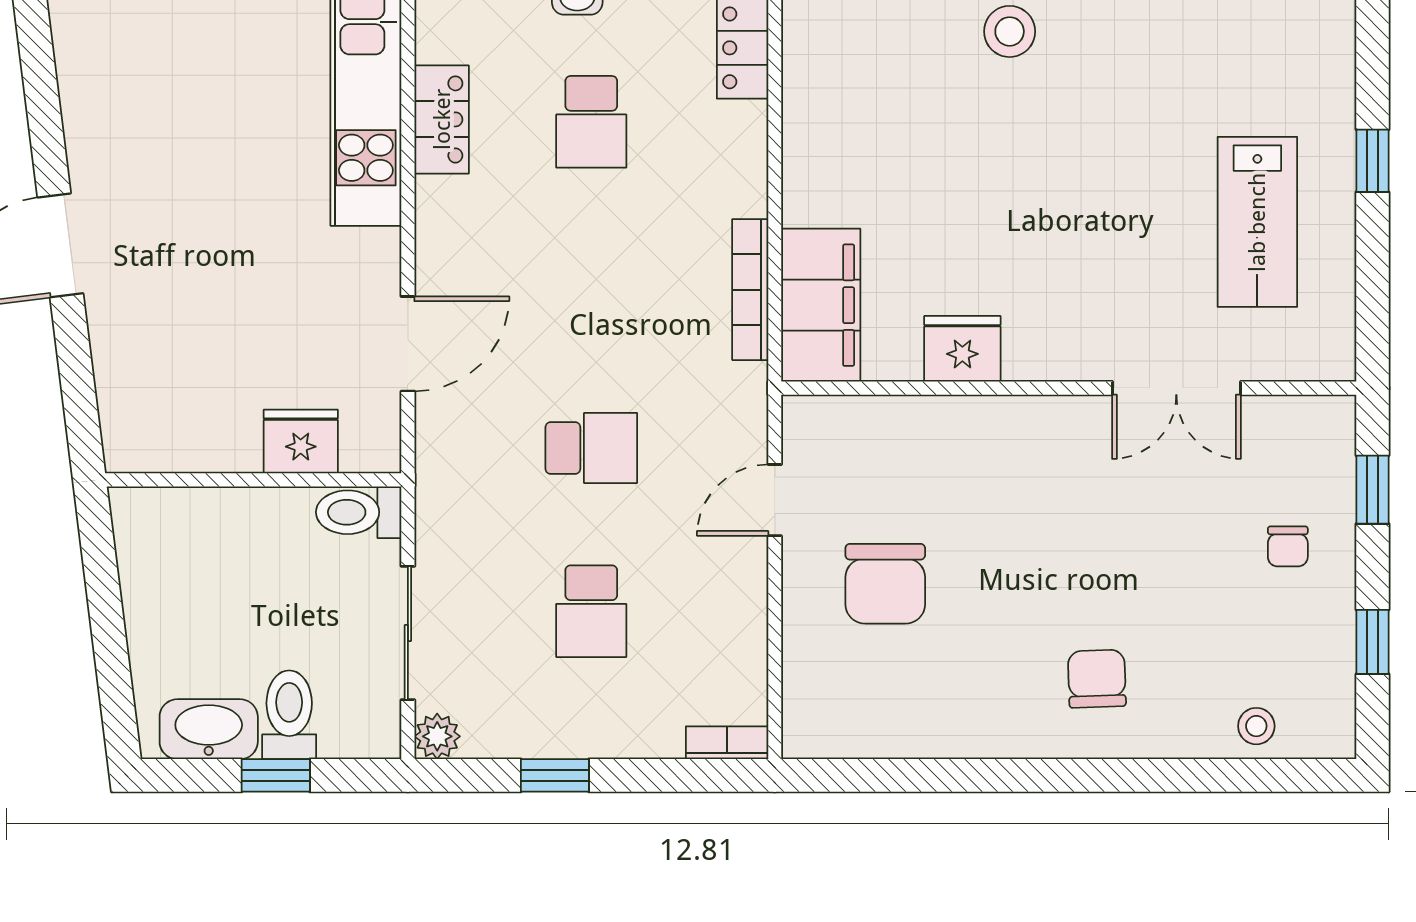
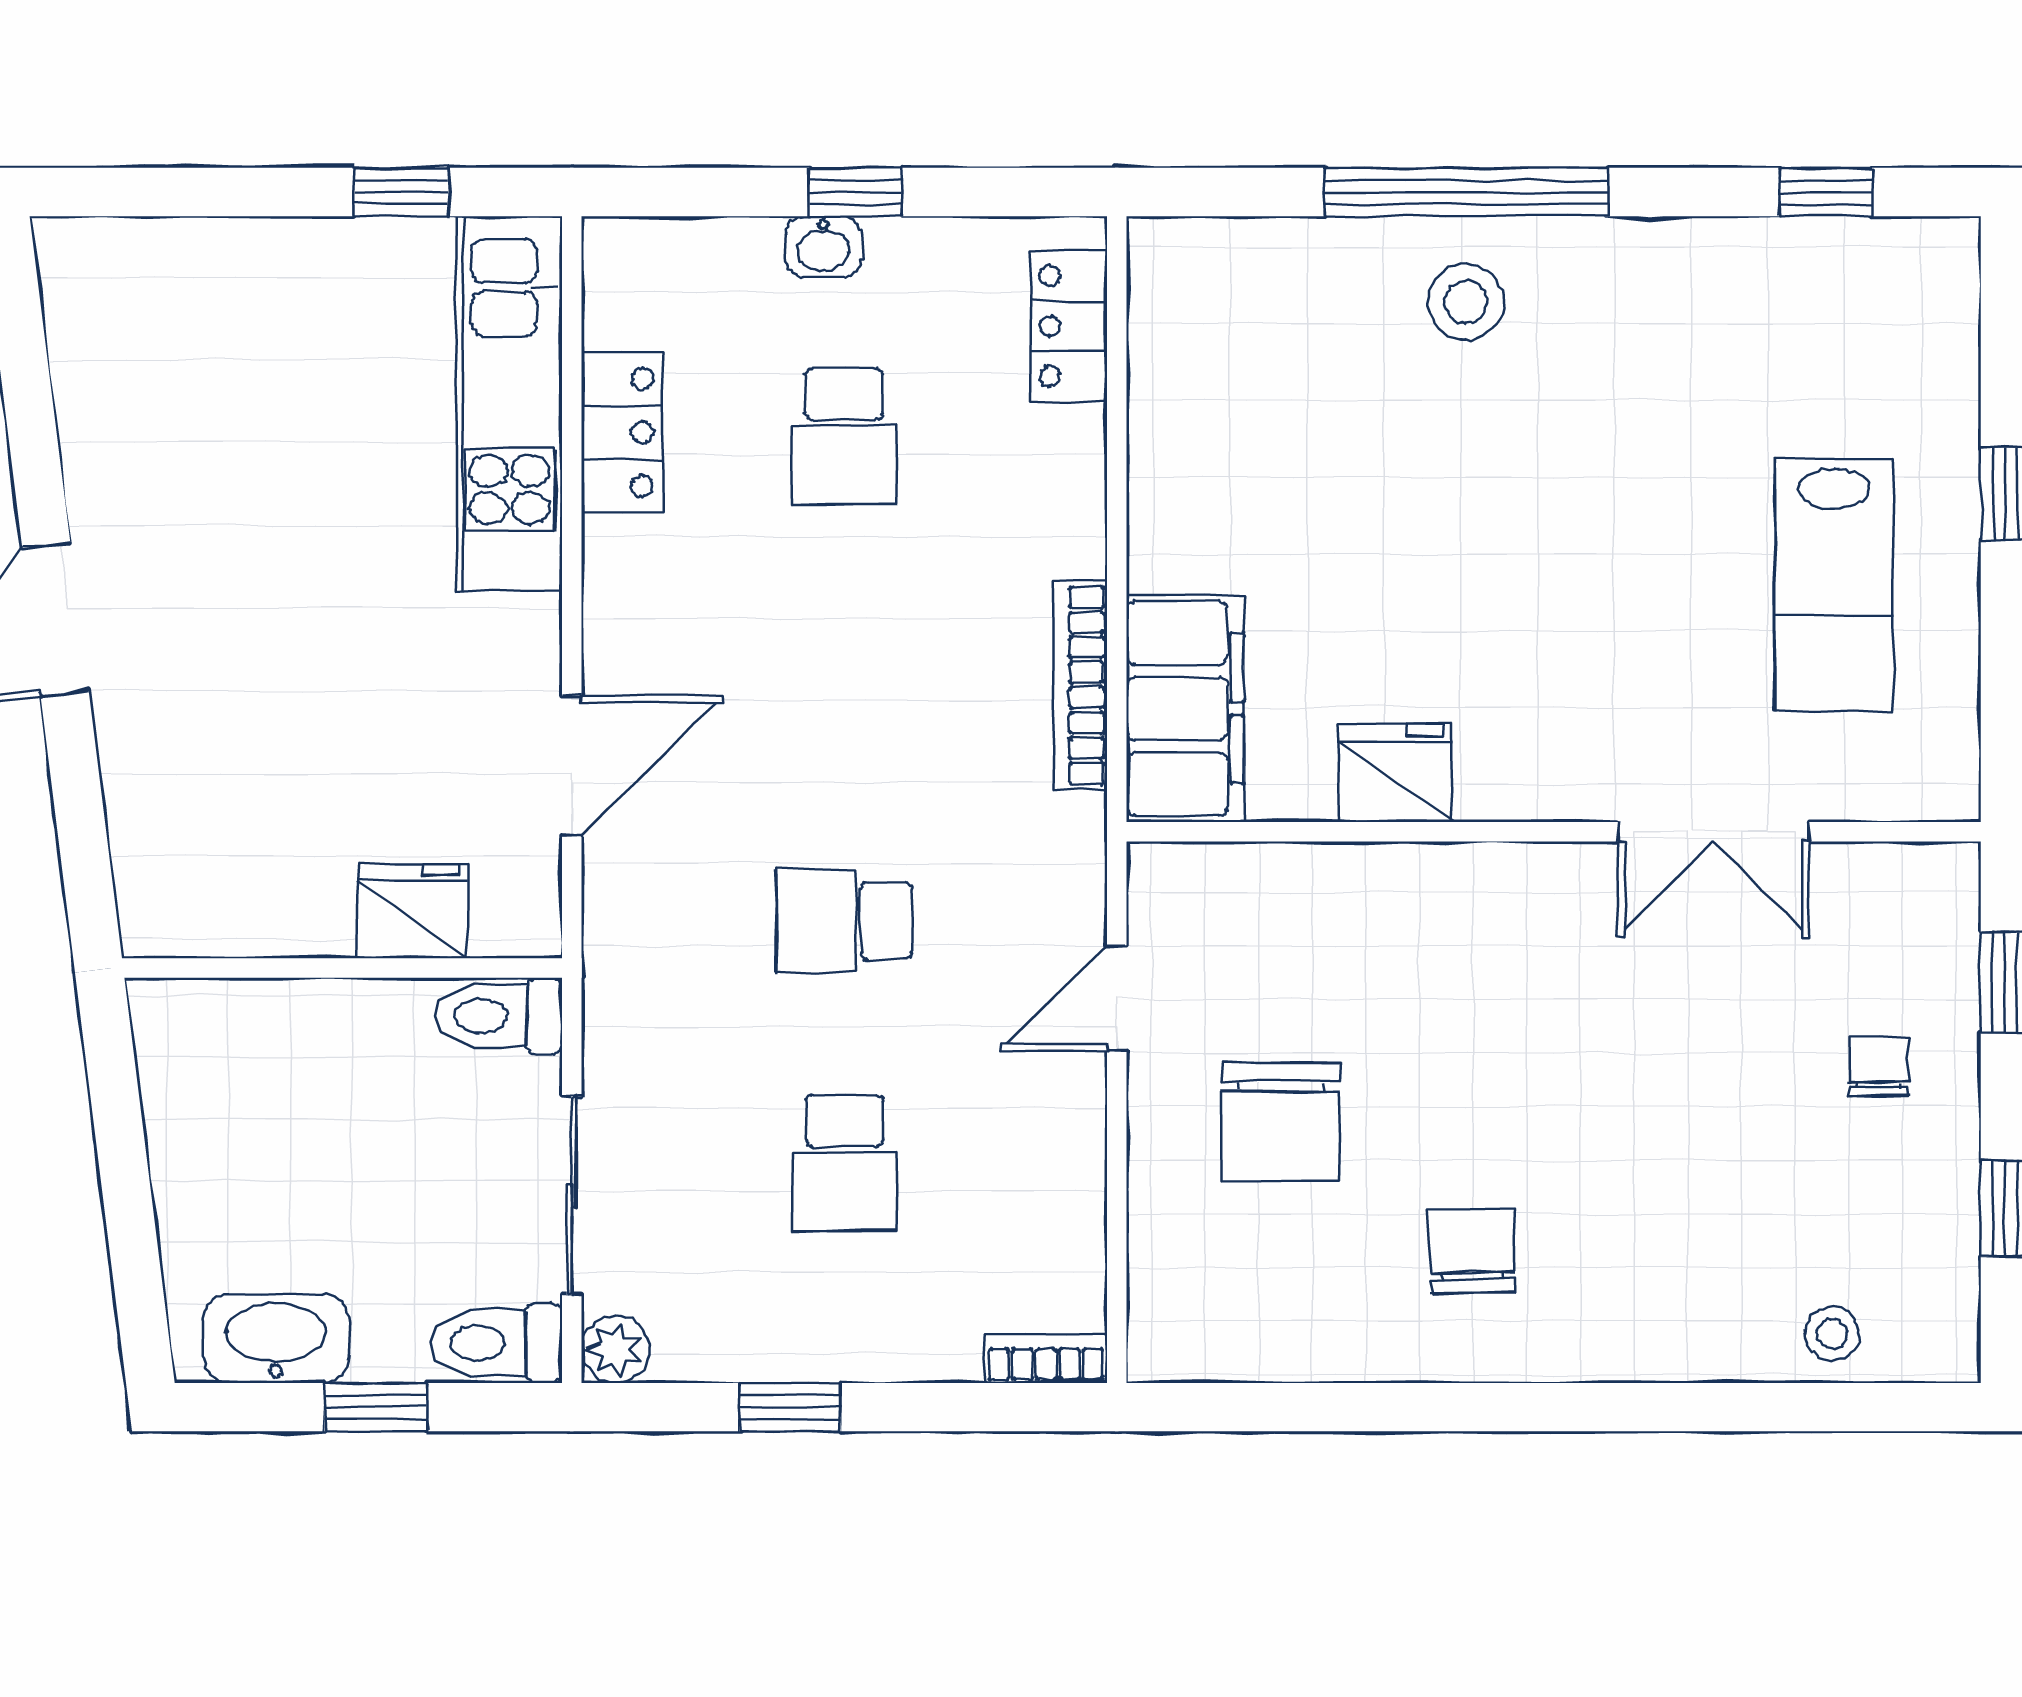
school desk: (591, 448) -> (844, 921), turned 180
chair: (1288, 546) -> (1879, 1067), turned 180
chair: (1097, 679) -> (1472, 1251), moved
toilet: (289, 715) -> (496, 1343), moved, turned -90

